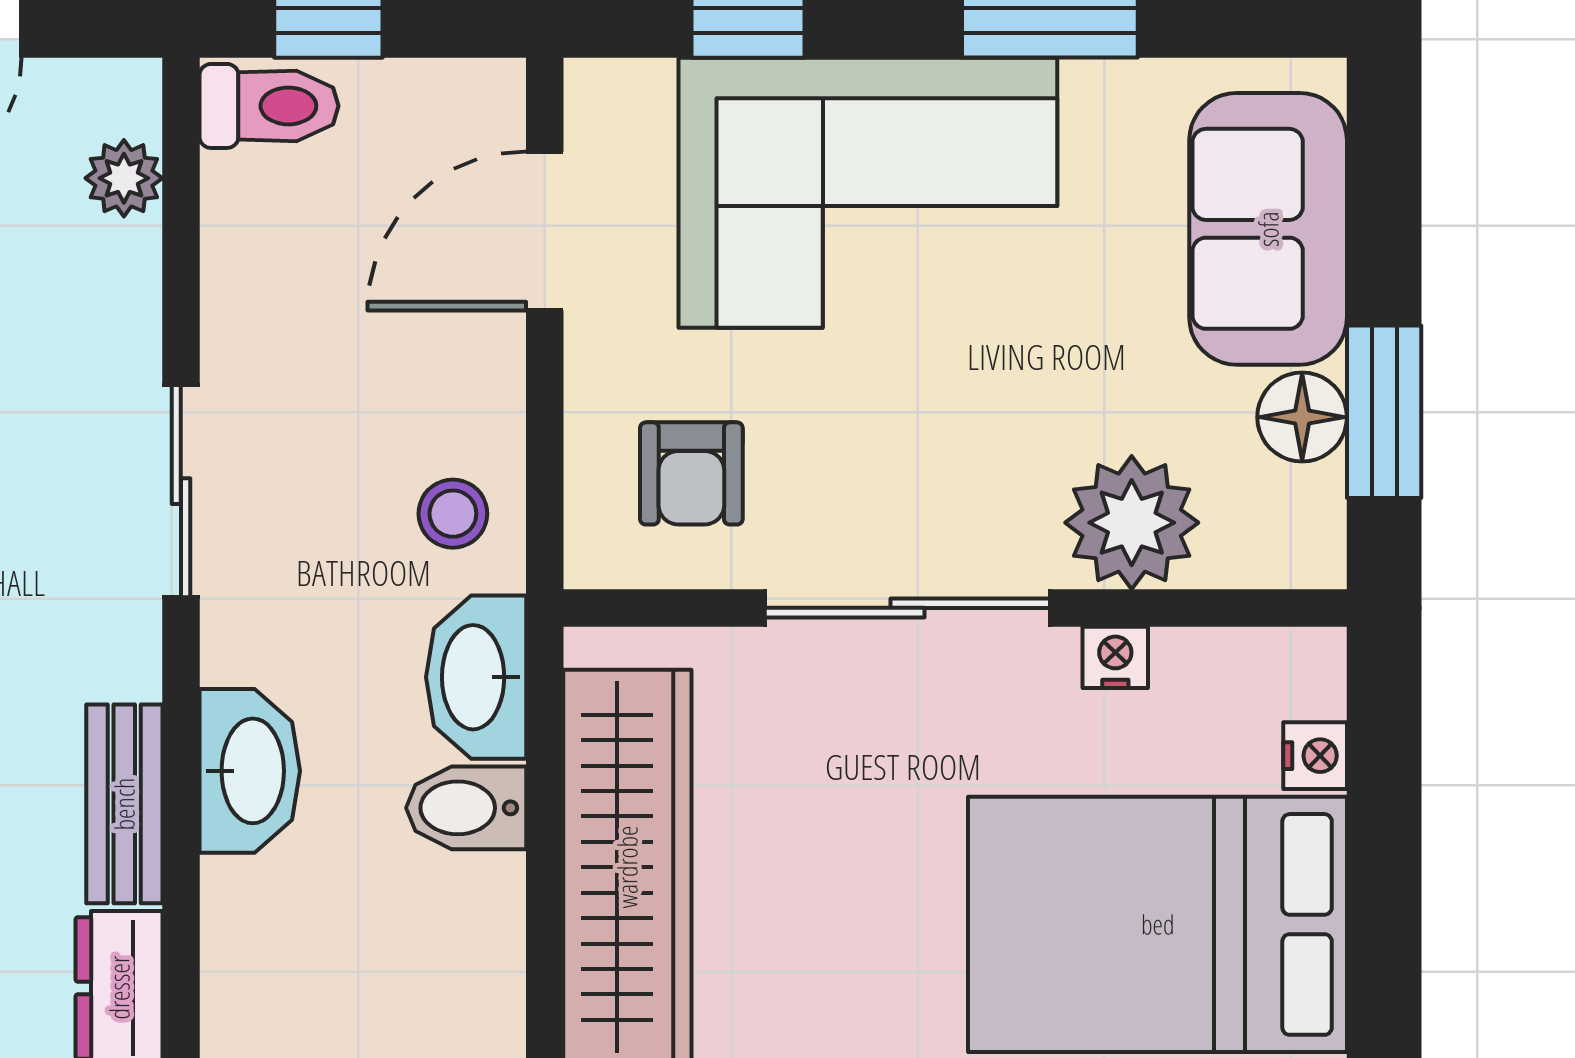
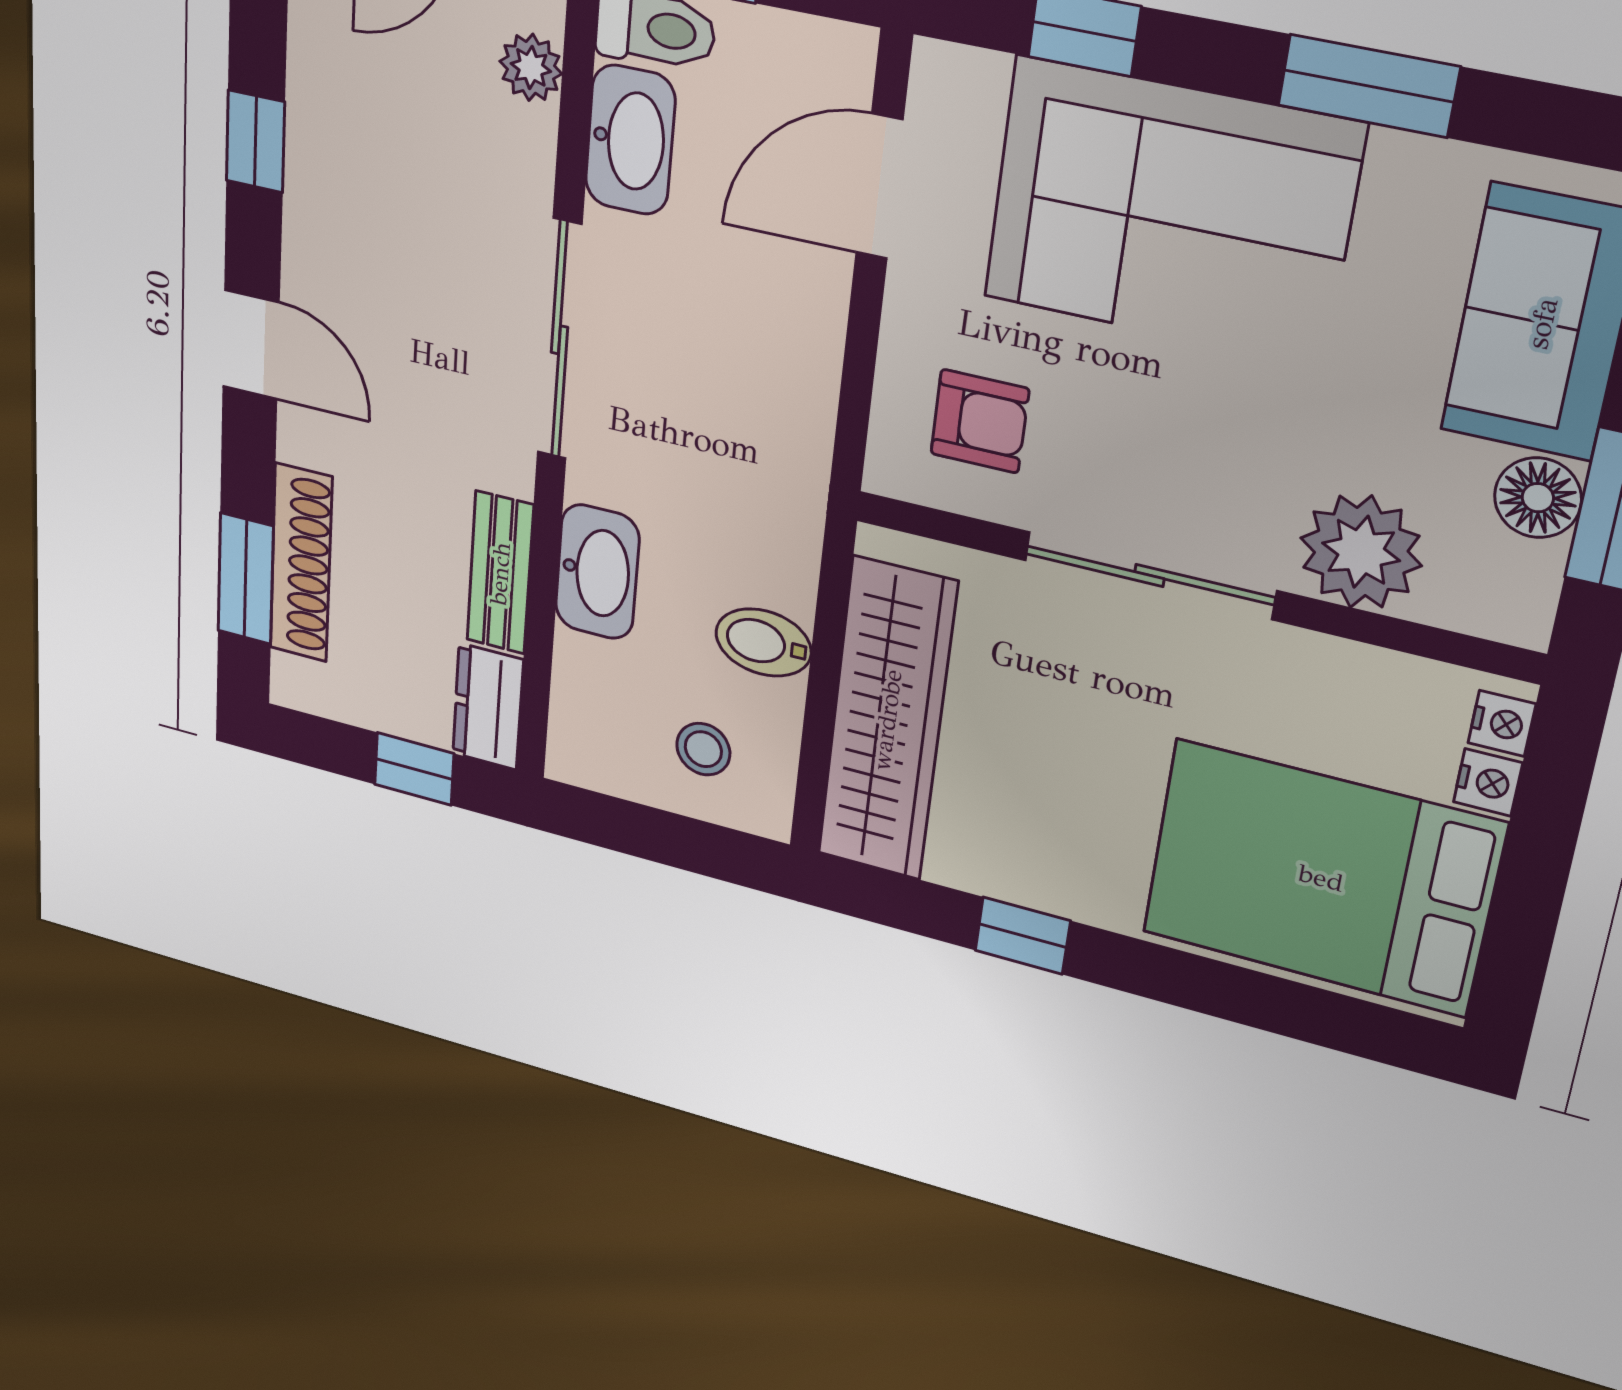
armchair: (691, 473) -> (980, 421), turned -90
sliding door: (181, 491) -> (560, 340), width x1.37
stool: (453, 514) -> (703, 749), moved
nightstand: (1115, 657) -> (1502, 723), moved, turned 90
washbasin: (476, 677) -> (630, 140), moved, turned 180

